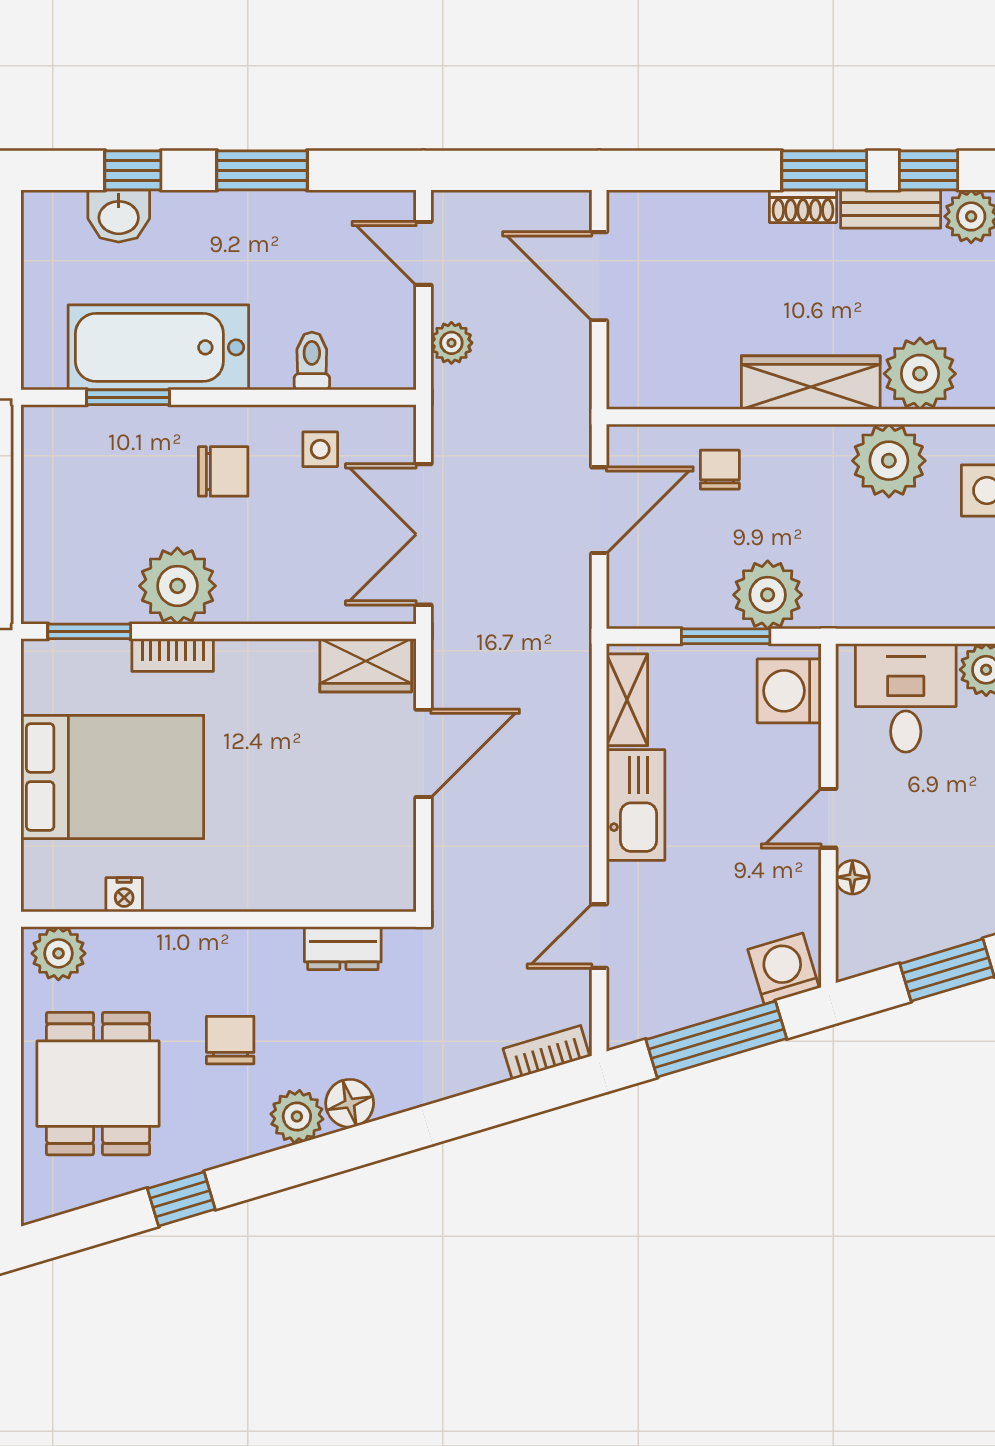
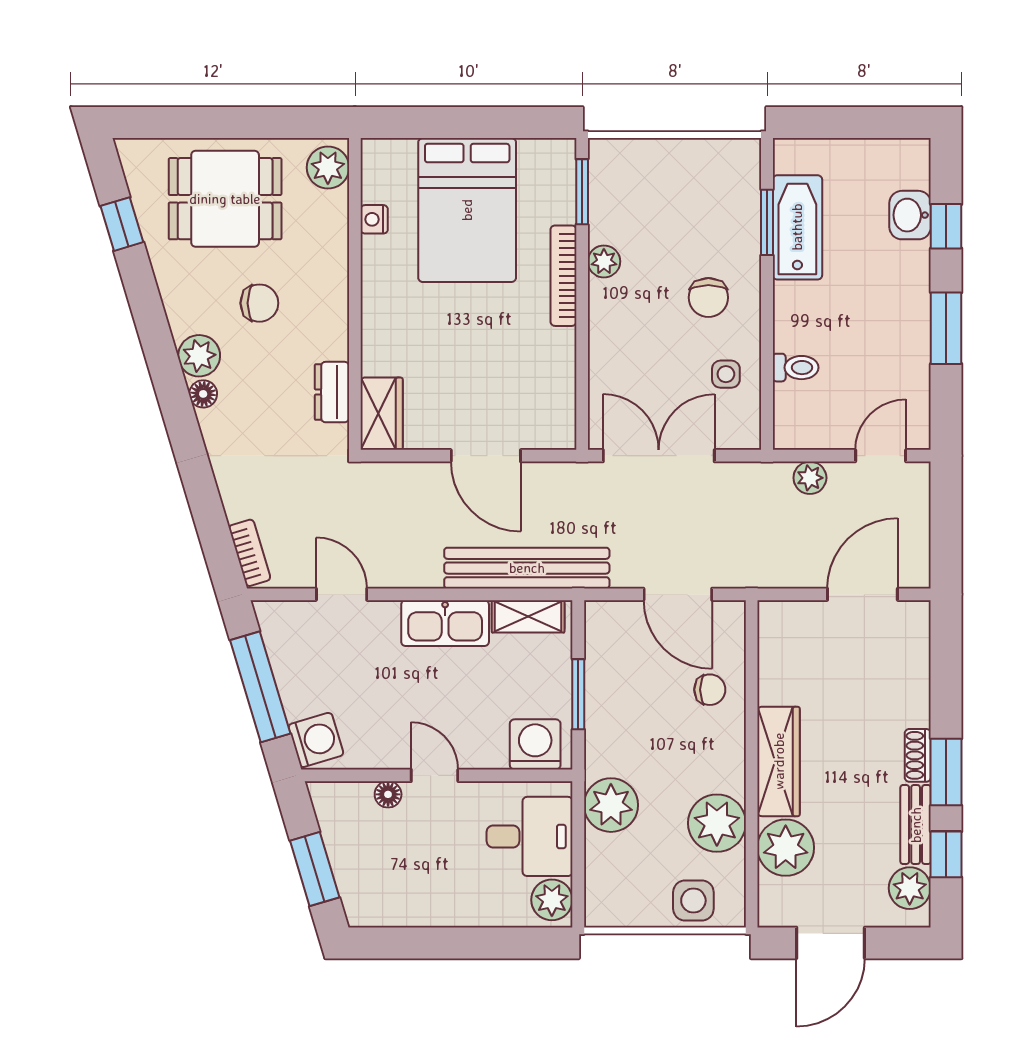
bathtub: (158, 347) -> (797, 227), width x0.73, depth x0.73
plant: (177, 586) -> (604, 261), width x0.53, depth x0.53
plant: (768, 595) -> (611, 805), moved
bookcase: (173, 655) -> (563, 276), width x1.56
wardrobe: (366, 665) -> (382, 414), moved, turned 180
bench: (566, 701) -> (527, 568), added
floor lamp: (350, 1103) -> (203, 394), width x0.73, depth x0.73
window: (181, 1199) -> (122, 224), moved

